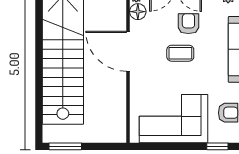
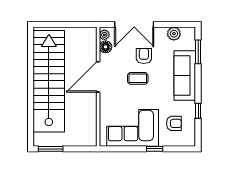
door: (128, 51) -> (98, 77), hinge flipped
window: (217, 146) -> (155, 149), moved

